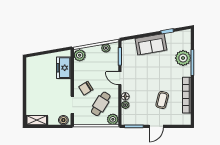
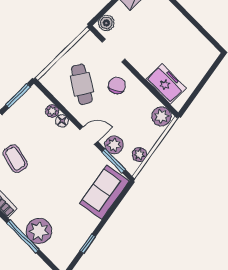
sofa: (151, 44) -> (104, 192), moved
plant: (113, 119) -> (114, 145), moved

